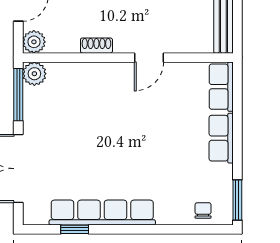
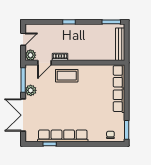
door: (149, 58) -> (45, 63), moved
plant: (34, 74) -> (31, 90), moved
coffee table: (110, 85) -> (67, 76), added

